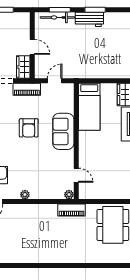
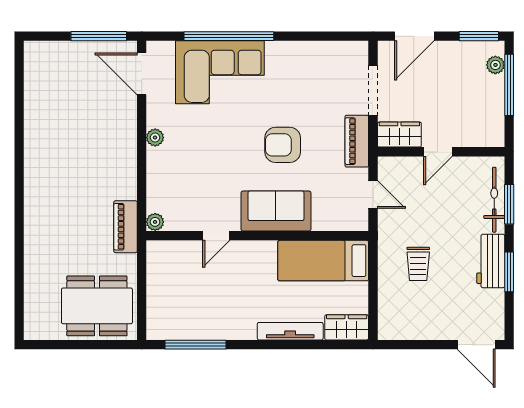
trolley: (91, 57) -> (418, 264), added
door: (76, 175) -> (216, 236), moved

